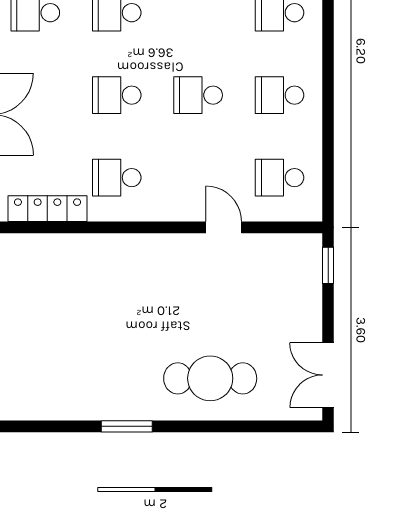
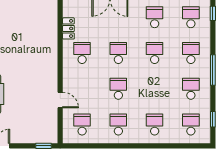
locker: (47, 209) -> (68, 28), width x0.66
door: (224, 227) -> (60, 100), hinge flipped

